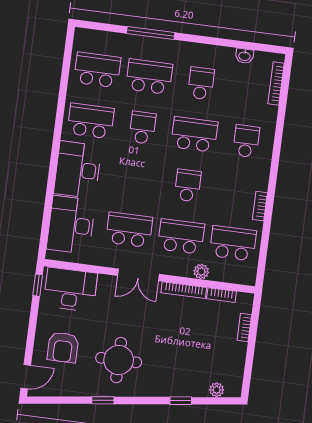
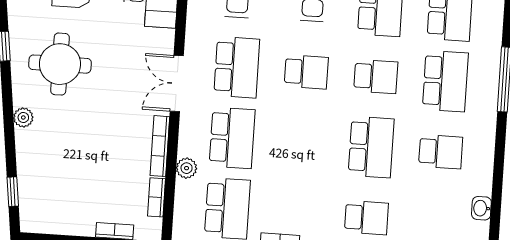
school desk: (188, 185) -> (306, 72), moved
plant: (217, 390) -> (23, 118), moved
window: (181, 401) -> (13, 192), moved

